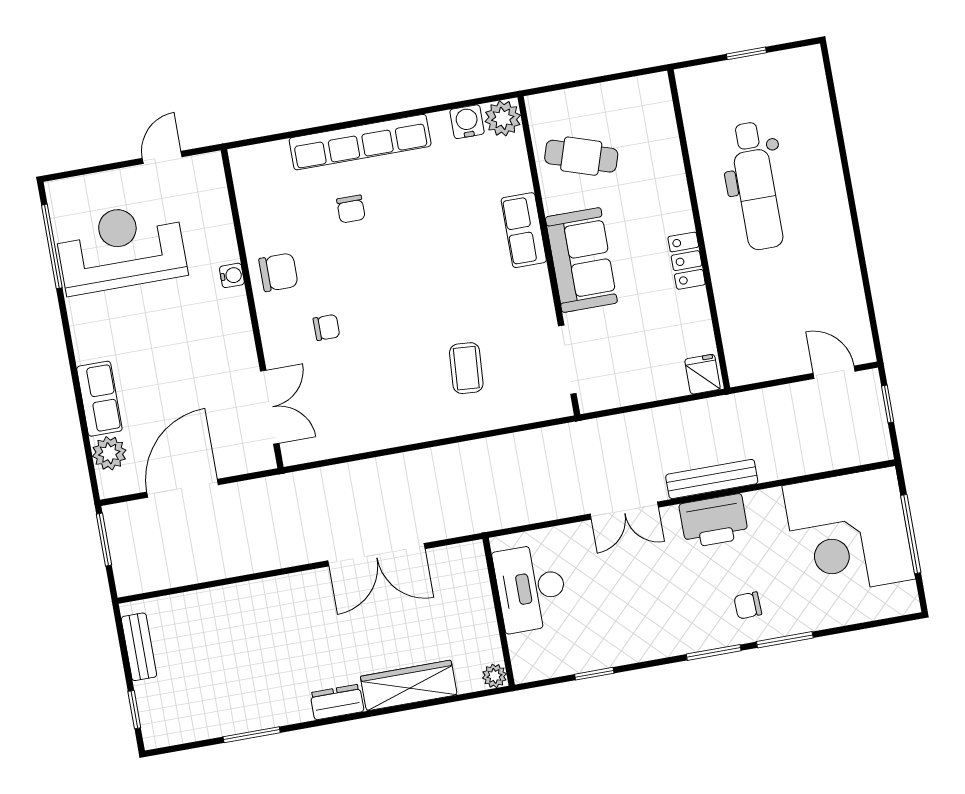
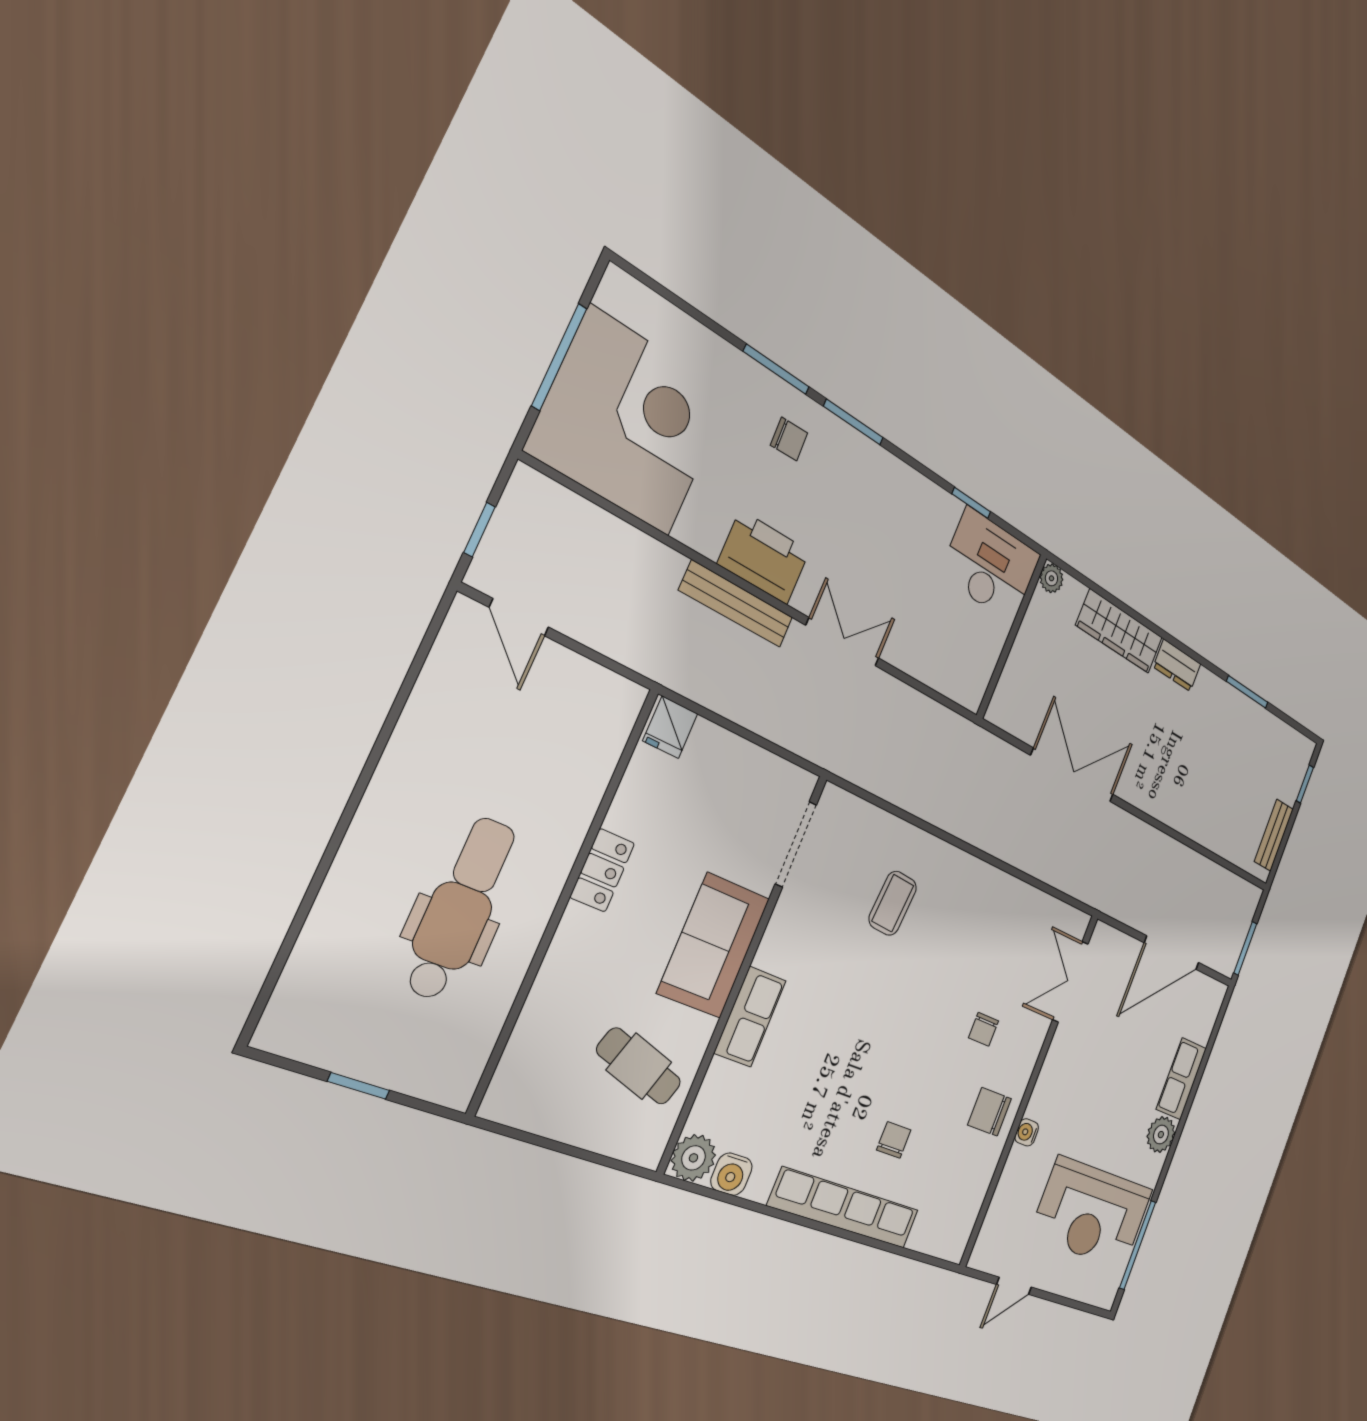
chair: (326, 327) -> (984, 1029), turned -90
plant: (109, 453) -> (1161, 1135), moved
desk: (531, 588) -> (990, 565), moved, turned -90

